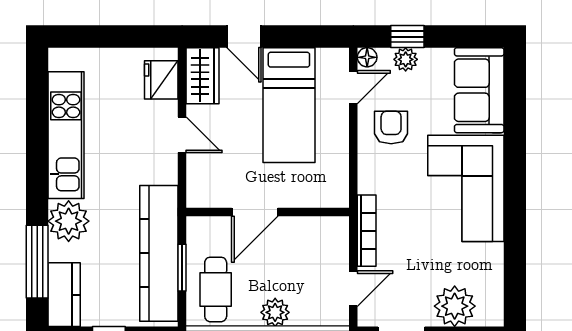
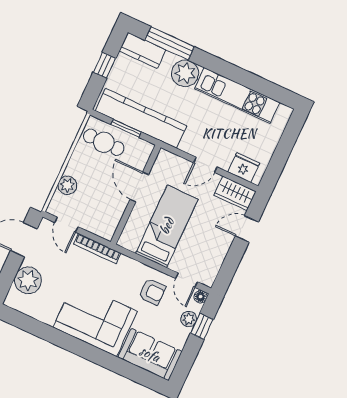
bed: (289, 105) -> (167, 226), moved, turned 90
plant: (275, 312) -> (67, 185), moved

